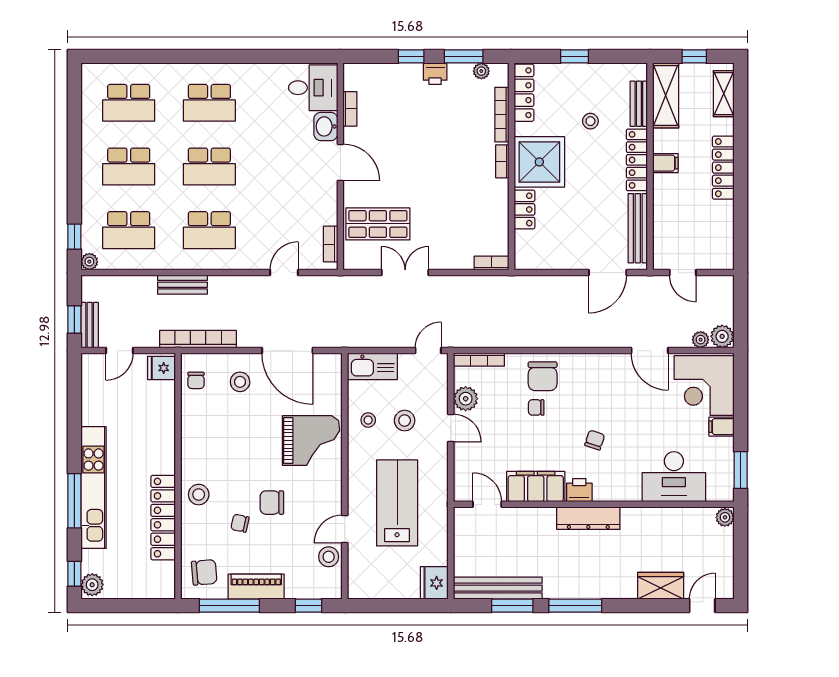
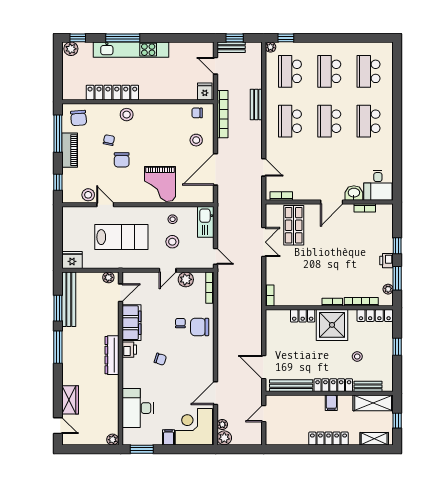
chair: (272, 503) -> (122, 160), turned 180
plant: (462, 524) -> (108, 277), added

